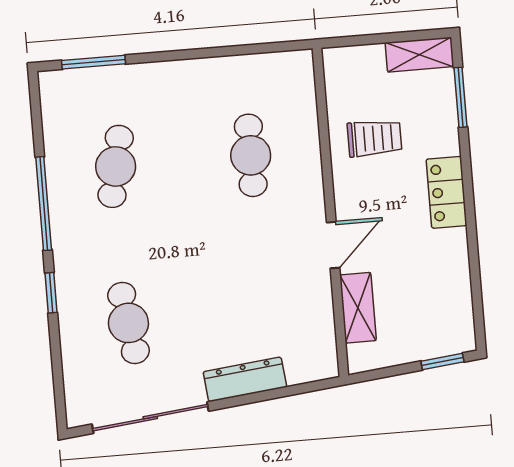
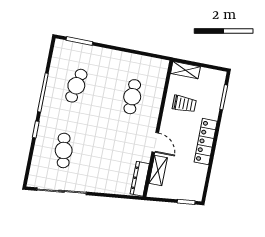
shelving: (419, 55) -> (185, 70), moved
locker: (446, 192) -> (206, 142), width x1.53
door: (333, 245) -> (155, 142), hinge flipped
dresser: (245, 379) -> (140, 179), moved, turned -84

